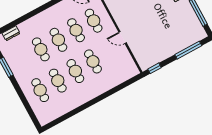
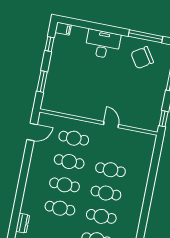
chair: (183, 22) -> (142, 58), added
door: (123, 38) -> (111, 125), swing flipped

